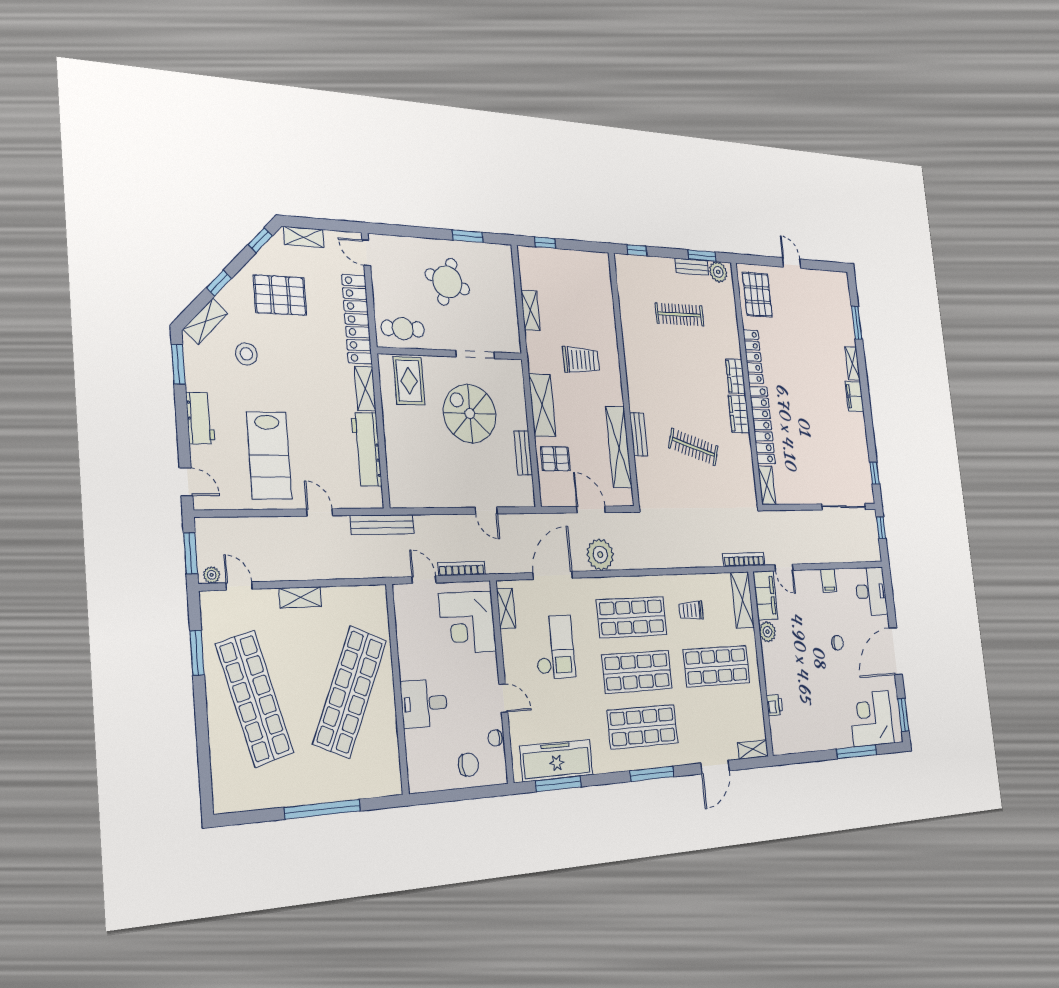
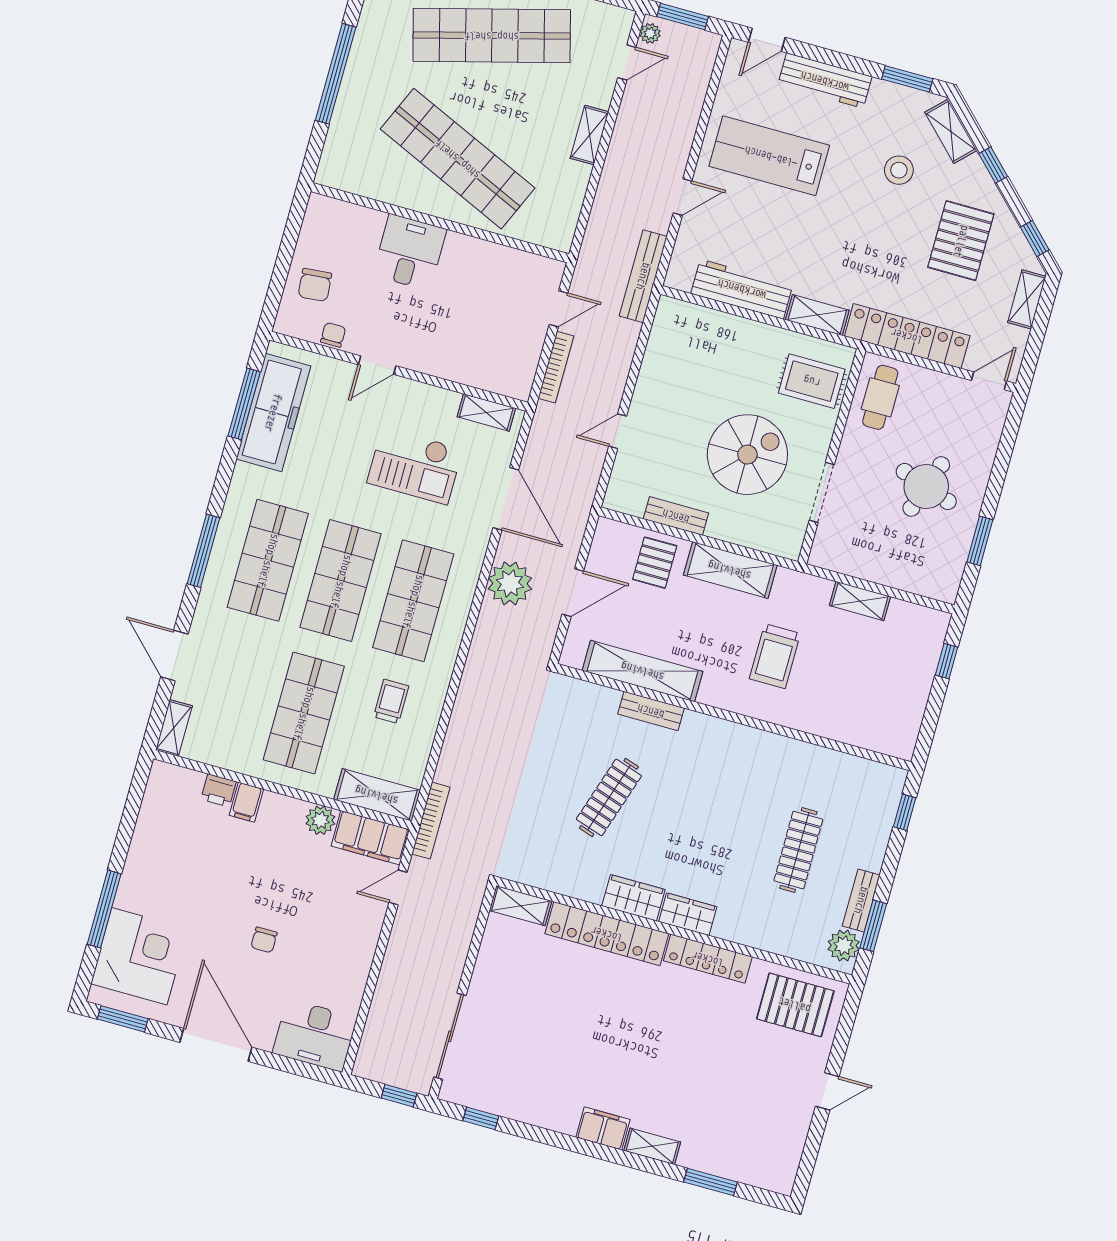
workbench: (200, 418) -> (825, 81), width x1.38
filing cabinet: (829, 580) -> (246, 802), moved, turned -90
corner desk: (468, 622) -> (487, 350), removed

